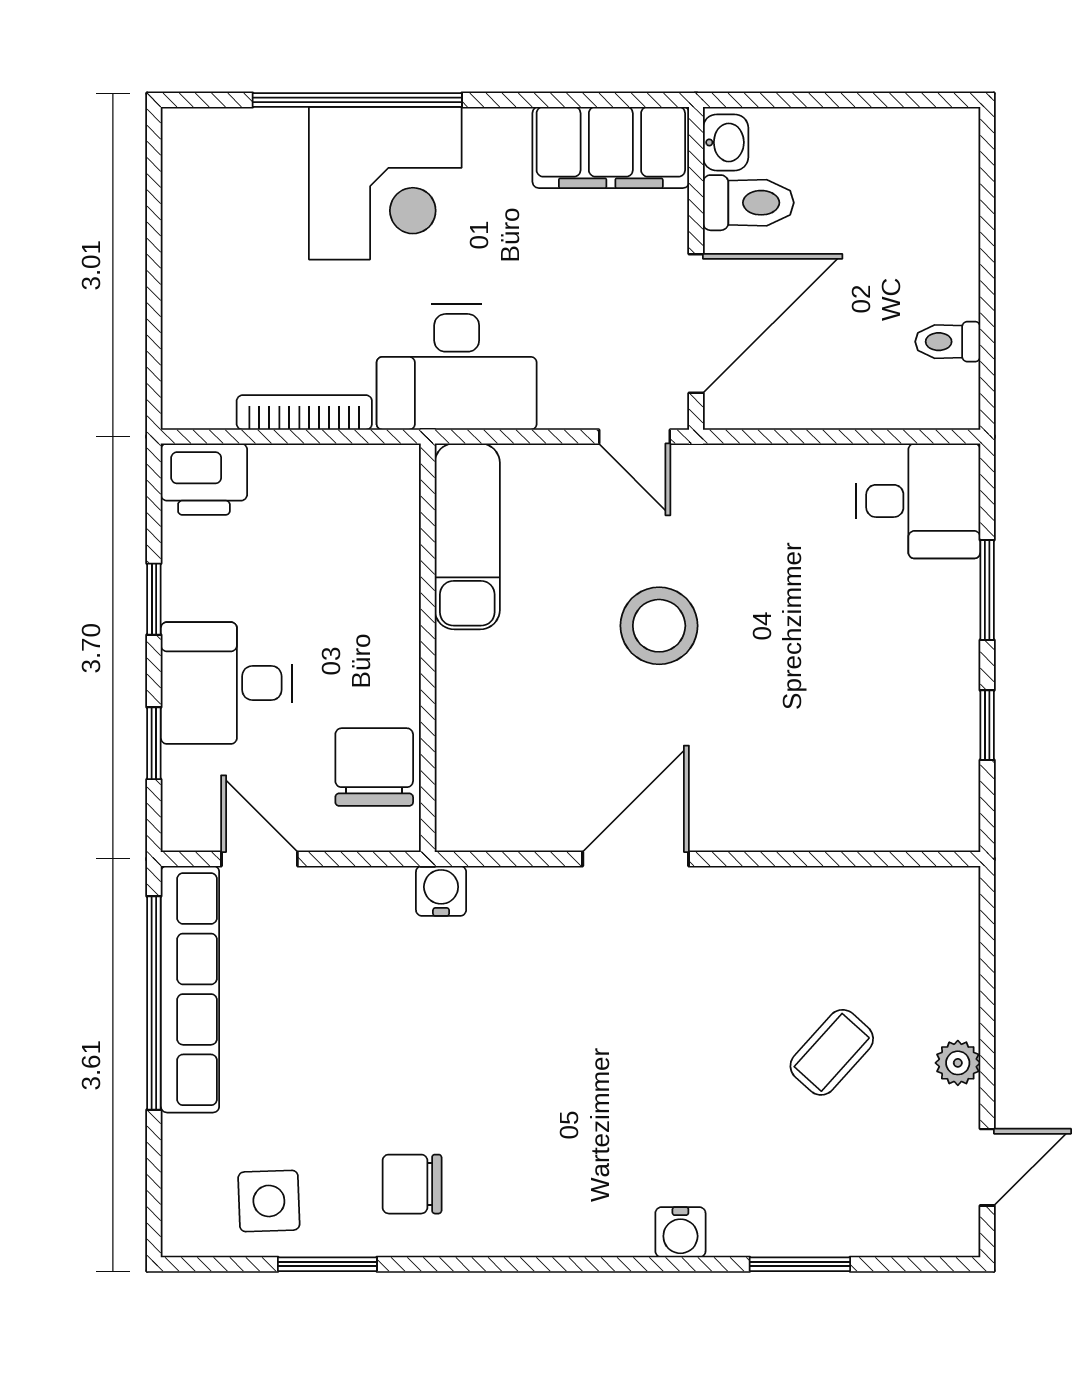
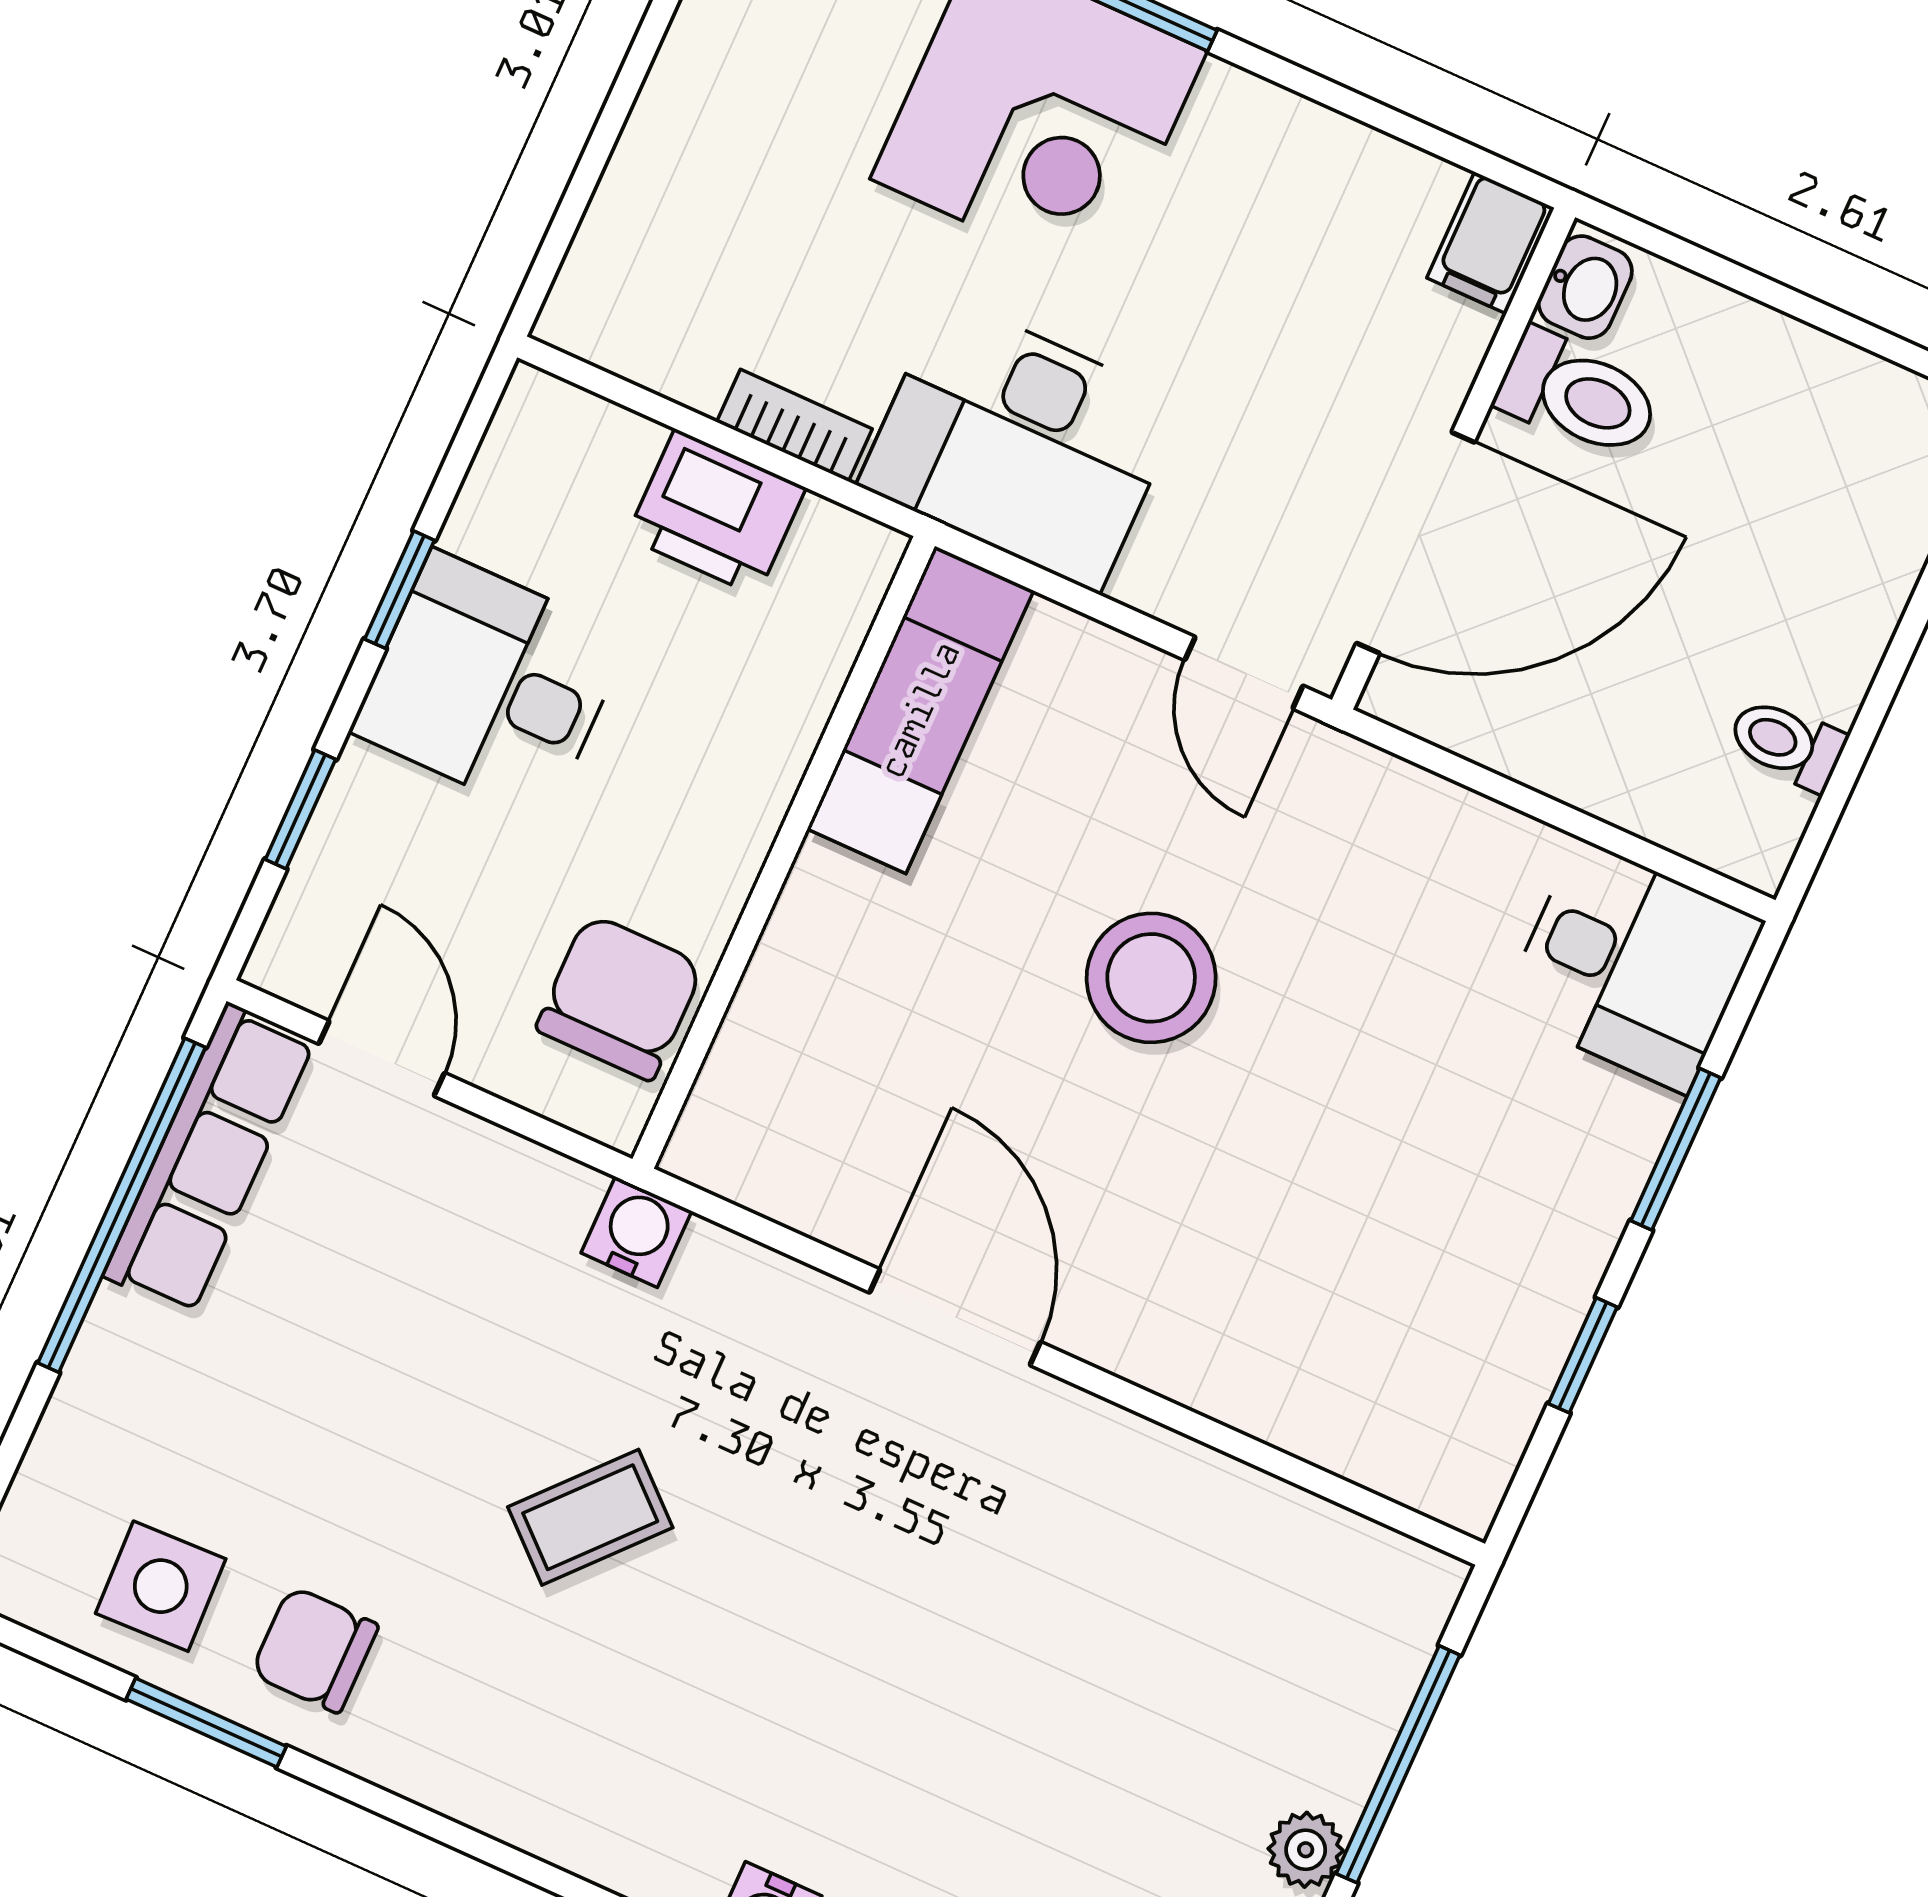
filing cabinet: (611, 147) -> (1491, 243), width x0.33, depth x0.86
bookcase: (304, 412) -> (794, 425), width x0.64
printer: (204, 479) -> (716, 512), moved
desk: (226, 683) -> (490, 684), moved
door: (636, 859) -> (955, 1317), hinge flipped
row of seats: (190, 989) -> (209, 1159), width x0.73
window: (987, 994) -> (1398, 1764), added
coffee table: (832, 1052) -> (590, 1517), moved
chair: (412, 1184) -> (315, 1650), moved

